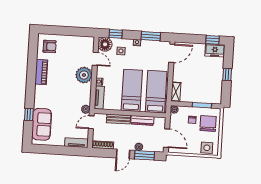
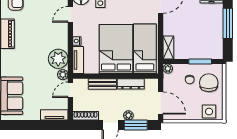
door: (95, 59) -> (70, 14), swing flipped
plant: (84, 75) -> (58, 59), moved
window: (227, 75) -> (228, 23), width x2.17
bed: (132, 90) -> (116, 49), width x1.50

